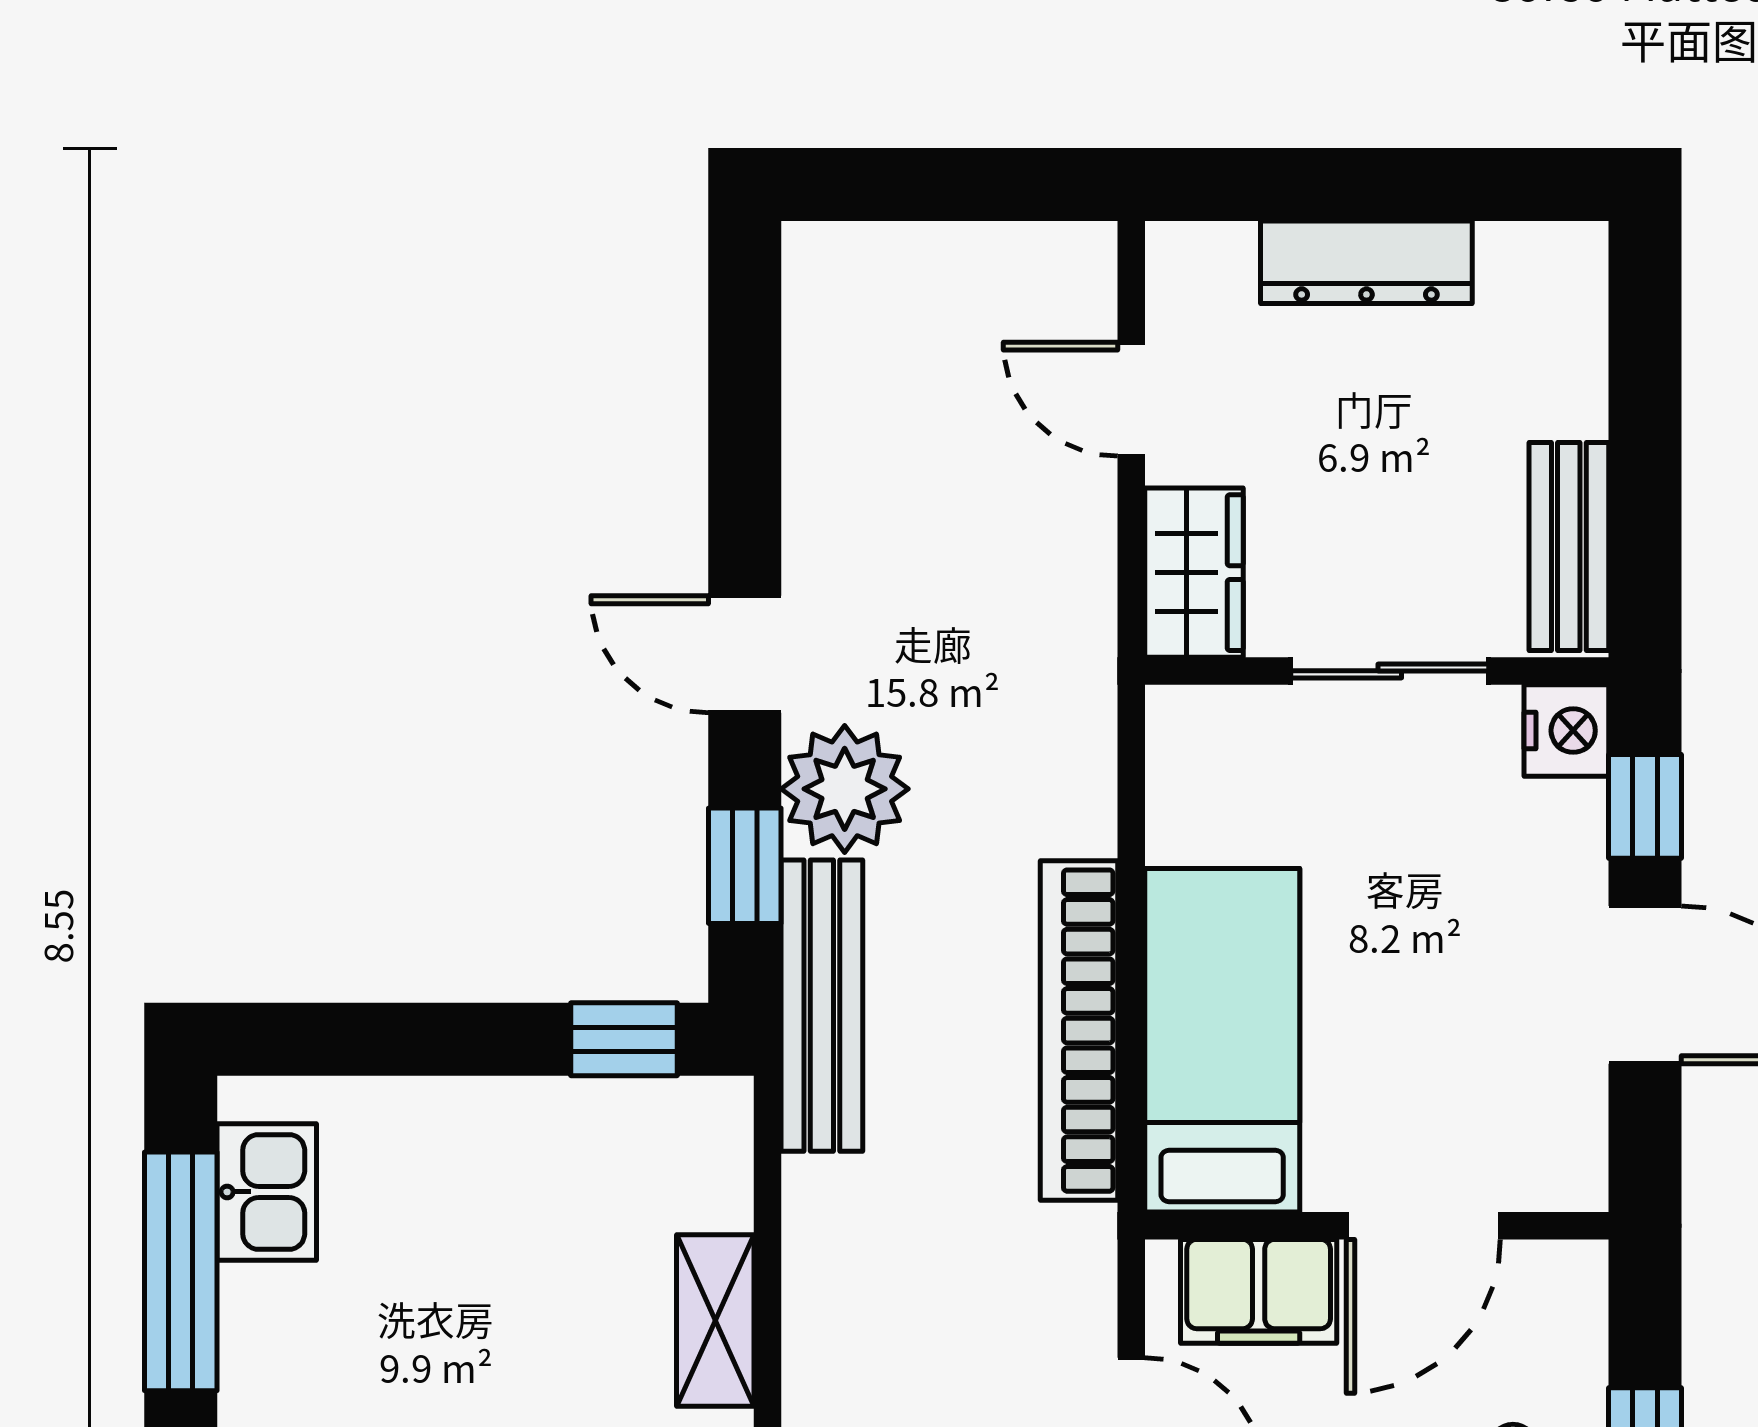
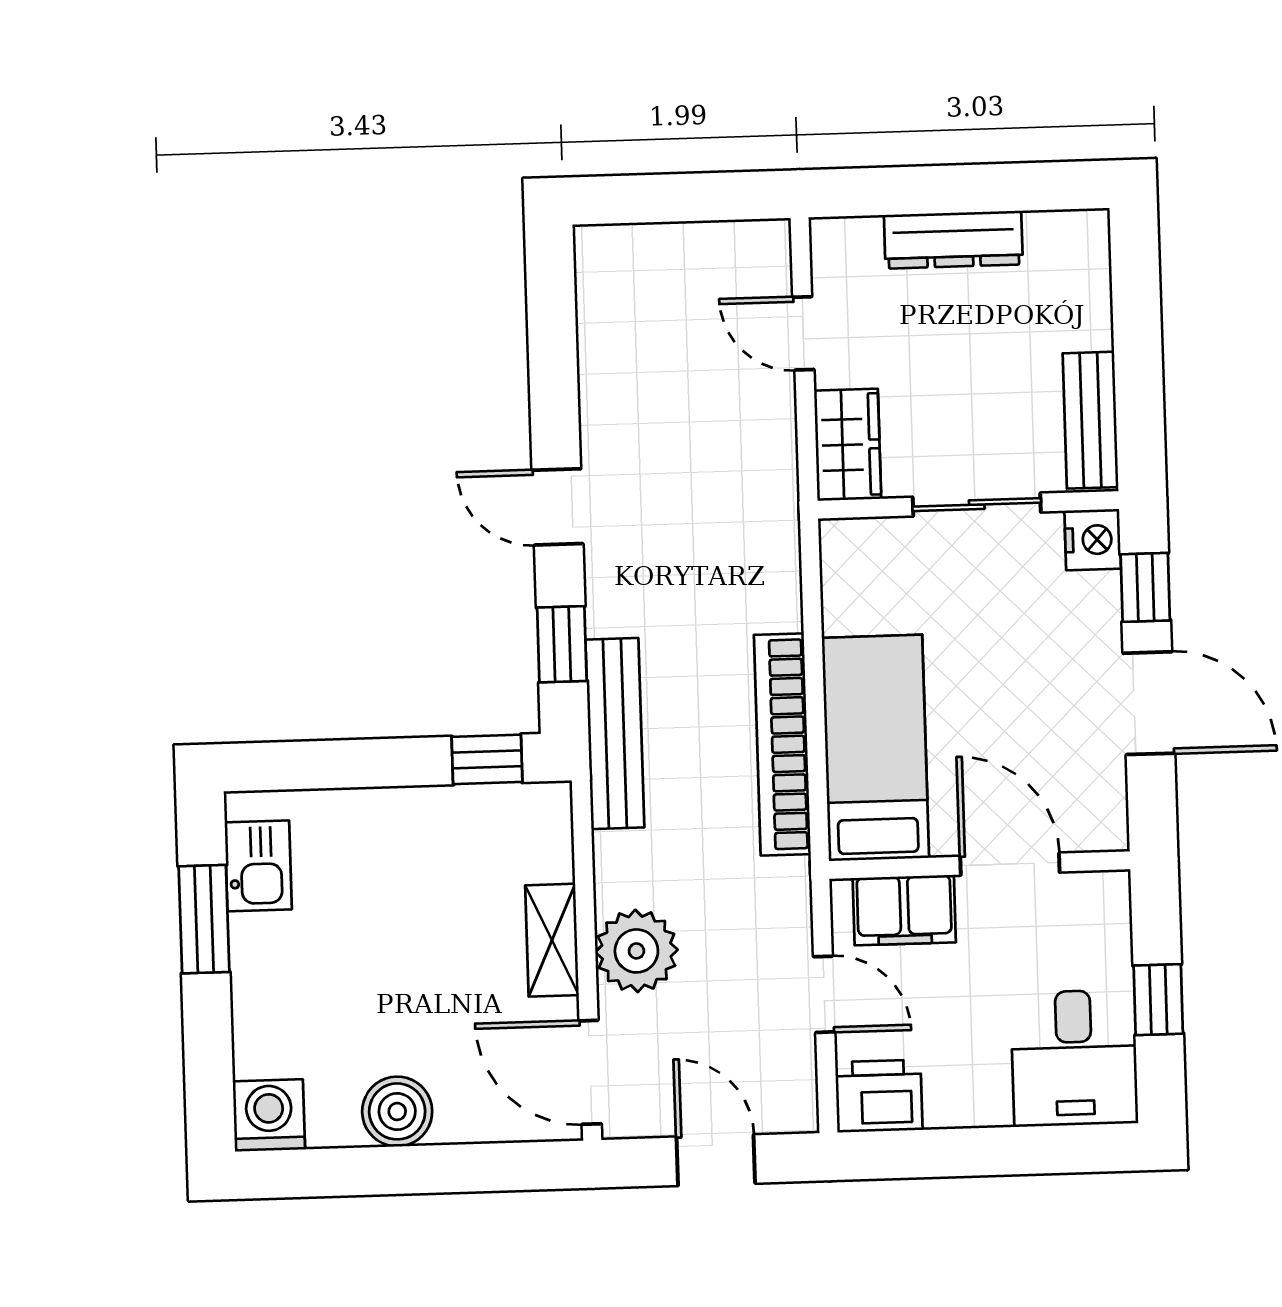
plant: (845, 789) -> (636, 951), moved
door: (1423, 1226) -> (1010, 864), swing flipped
window: (181, 1271) -> (204, 919), width x0.69

